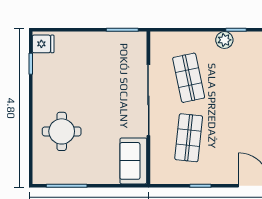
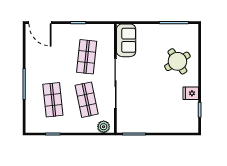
plant: (224, 40) -> (104, 127), moved
fridge: (43, 44) -> (191, 93), moved
shop shelf: (236, 78) -> (53, 100), added
round table: (62, 131) -> (177, 61), turned -32

